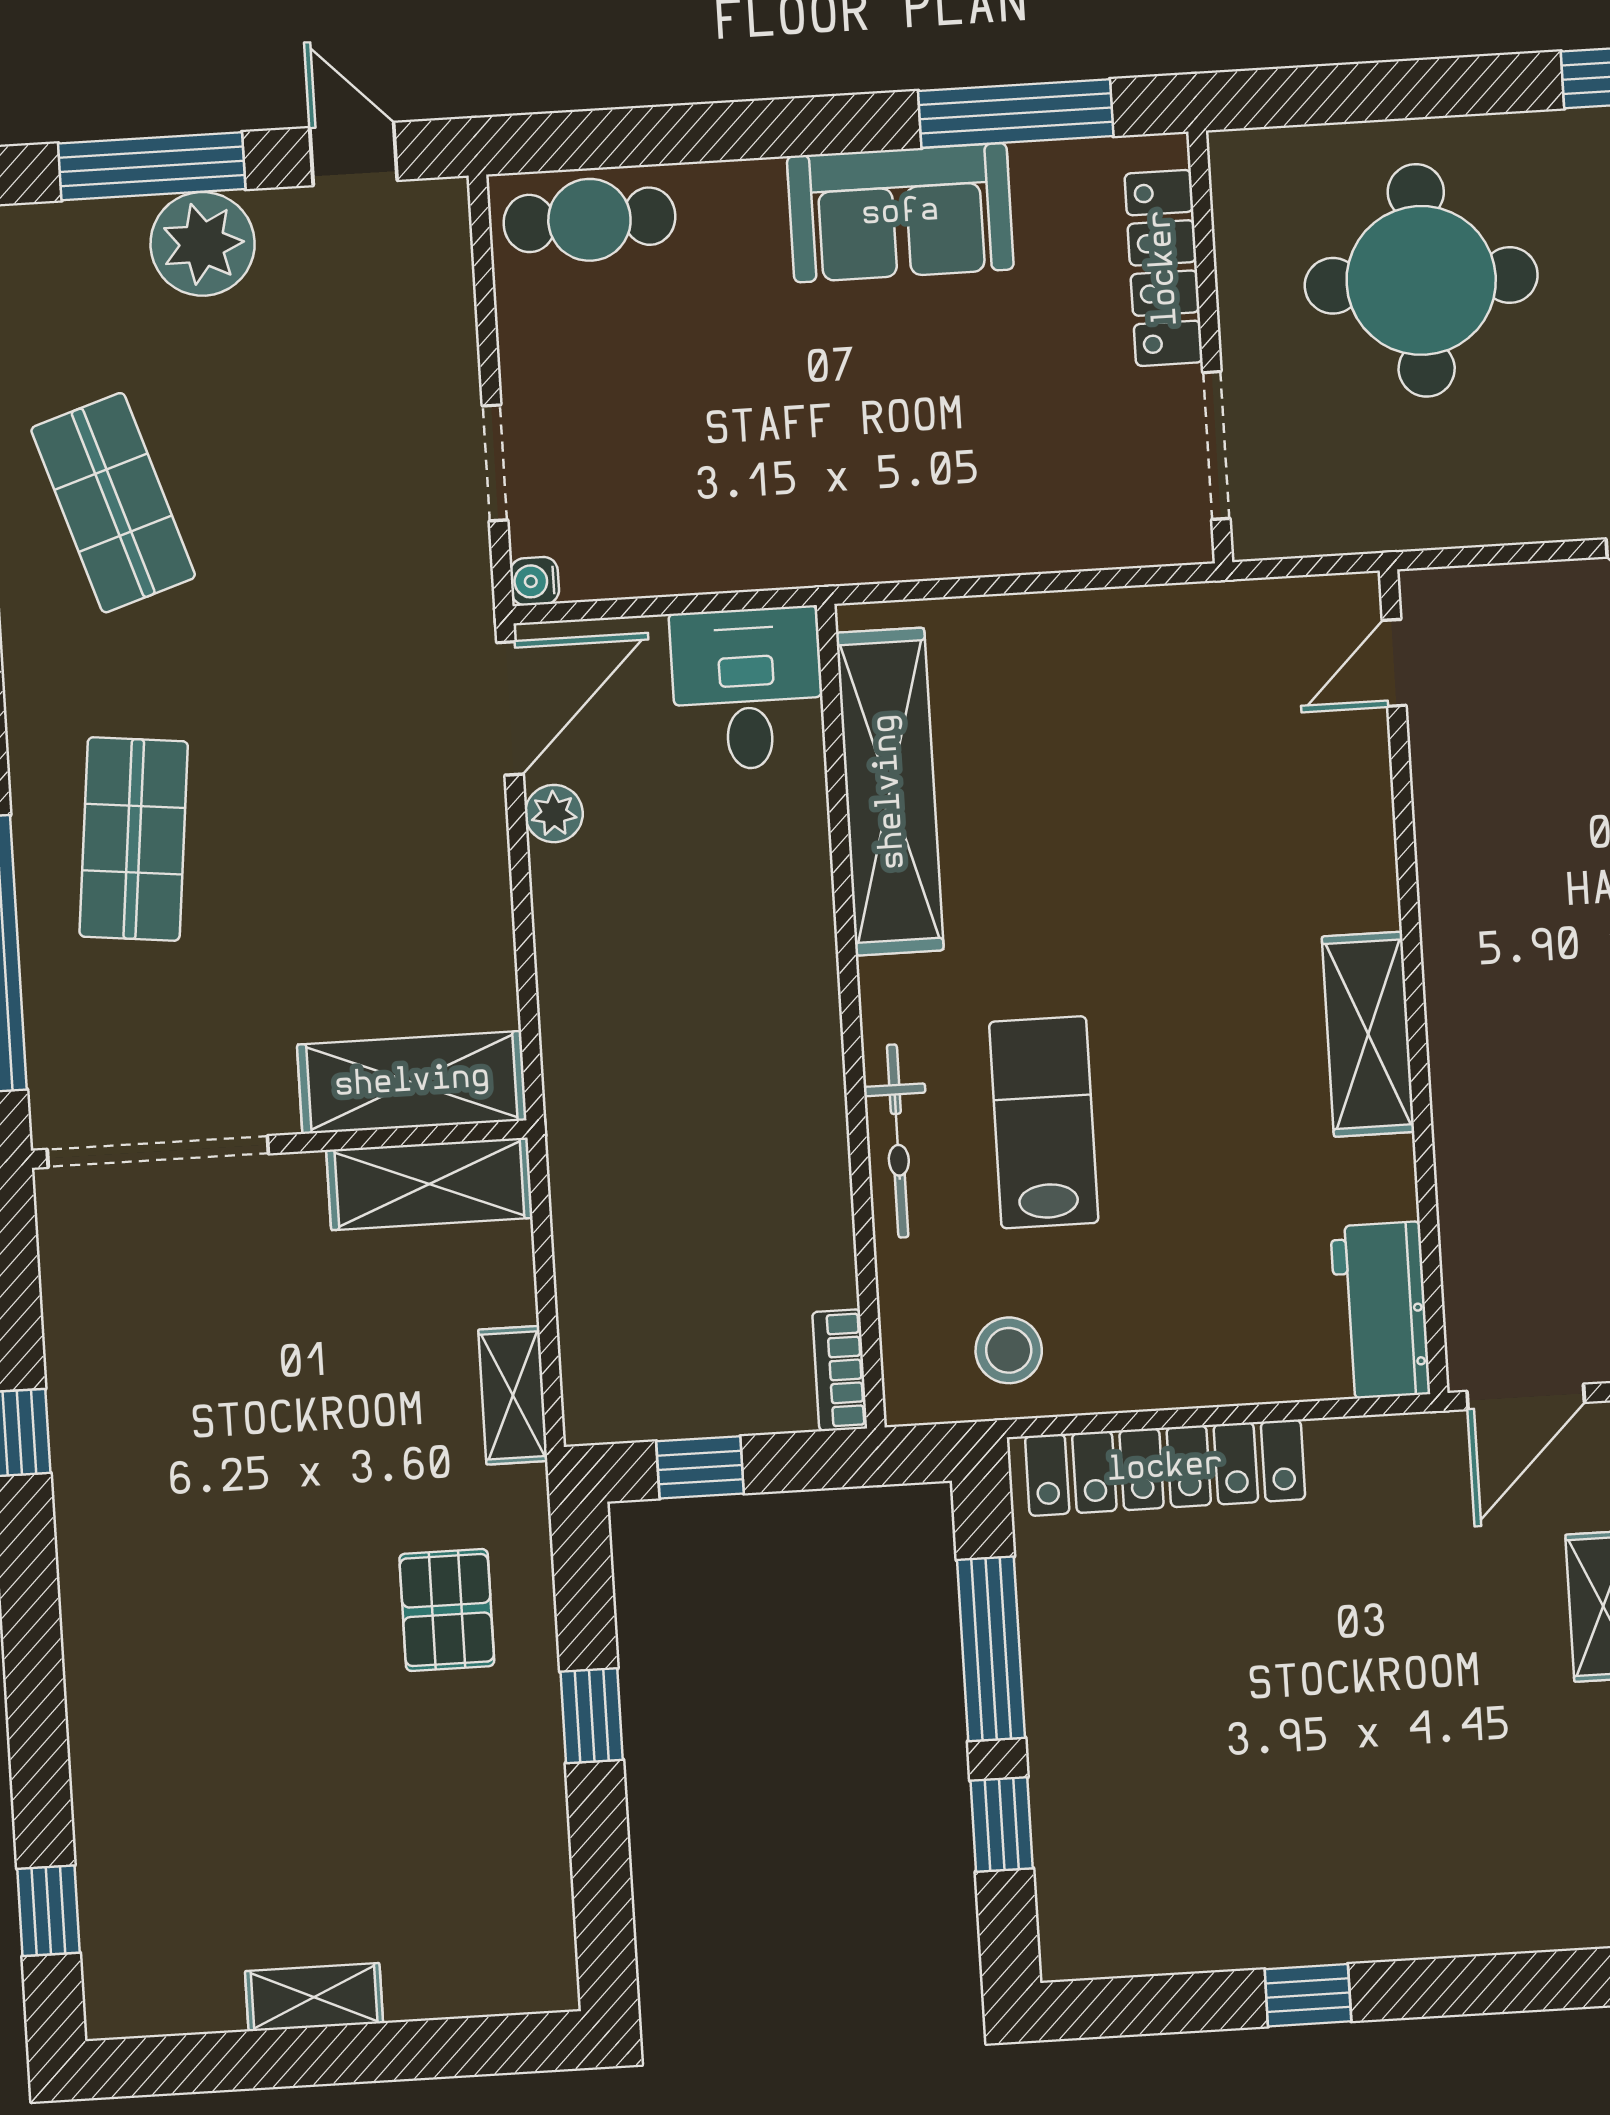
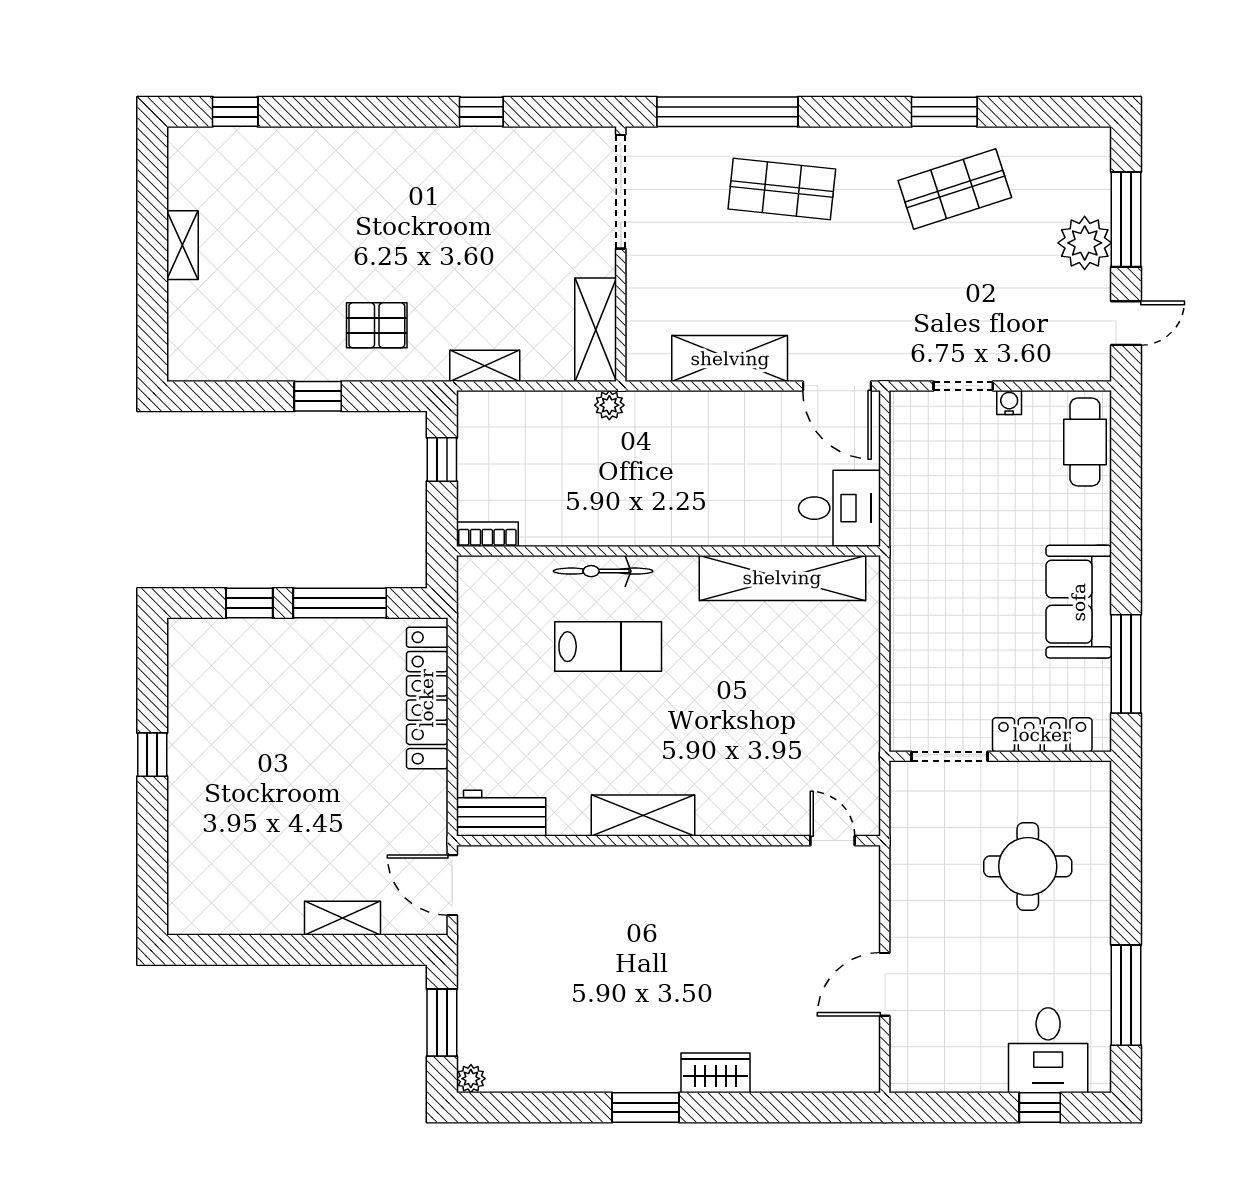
round table: (1421, 280) -> (1028, 866), width x0.73, depth x0.73
water cooler: (535, 581) -> (1009, 403), moved
plant: (554, 814) -> (609, 405), moved
shelving: (412, 1082) -> (730, 359), moved, turned 90
stool: (1009, 1350) -> (492, 621), removed

